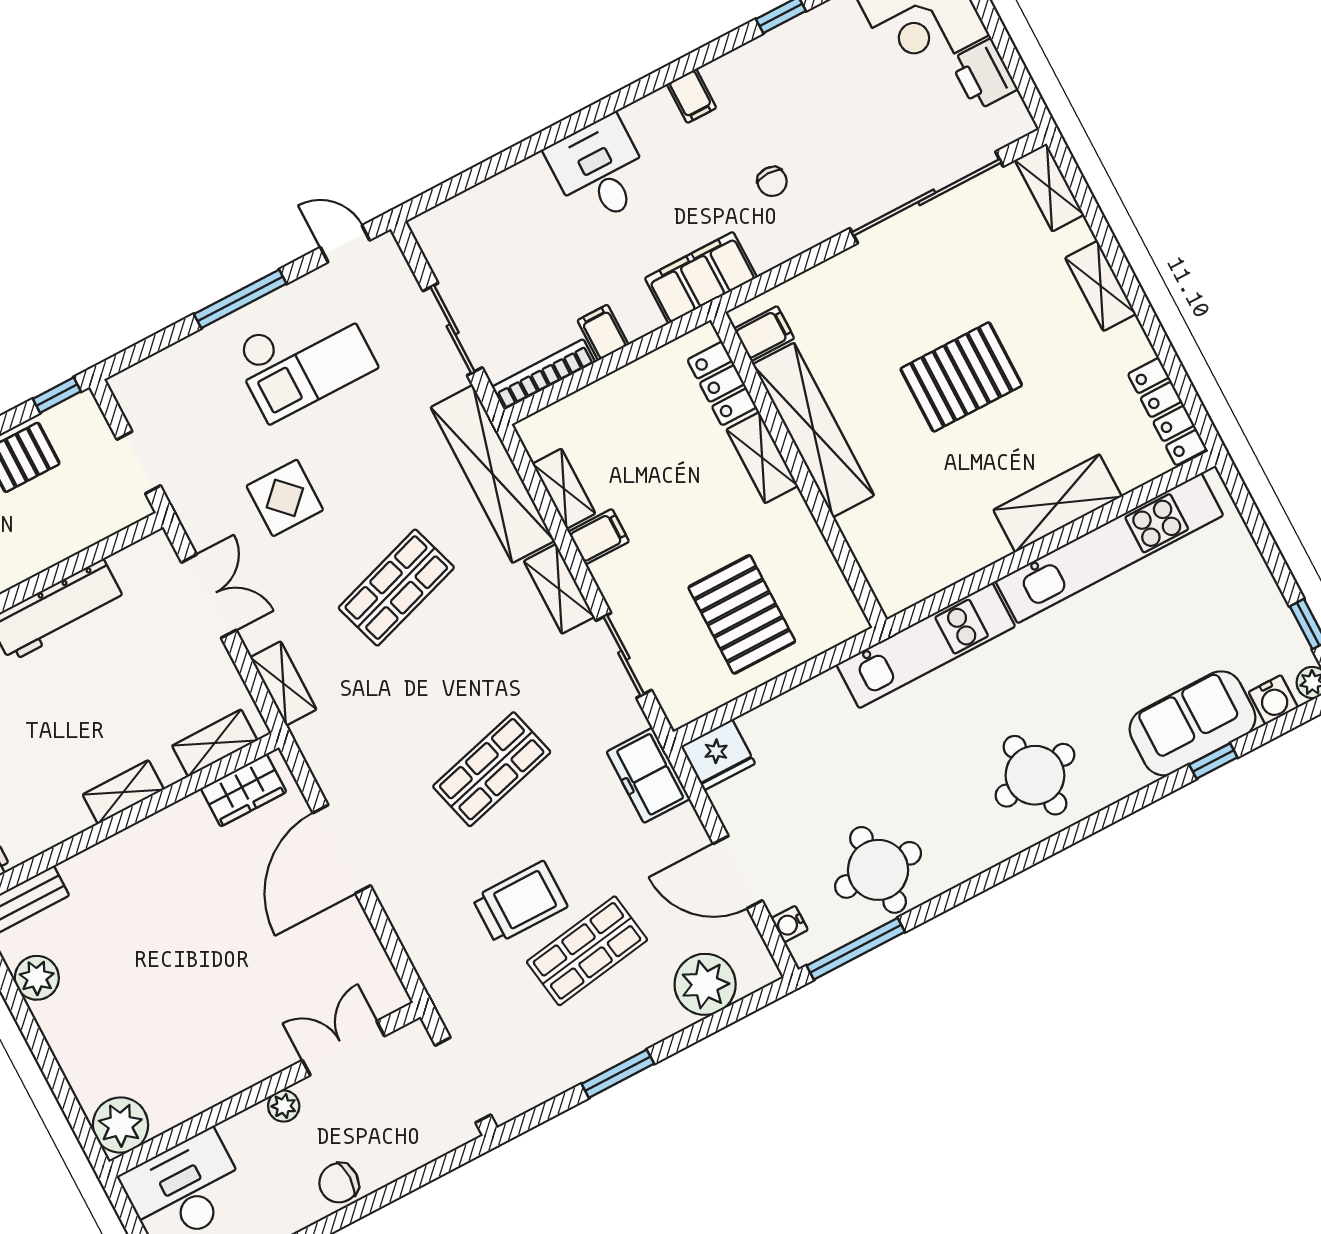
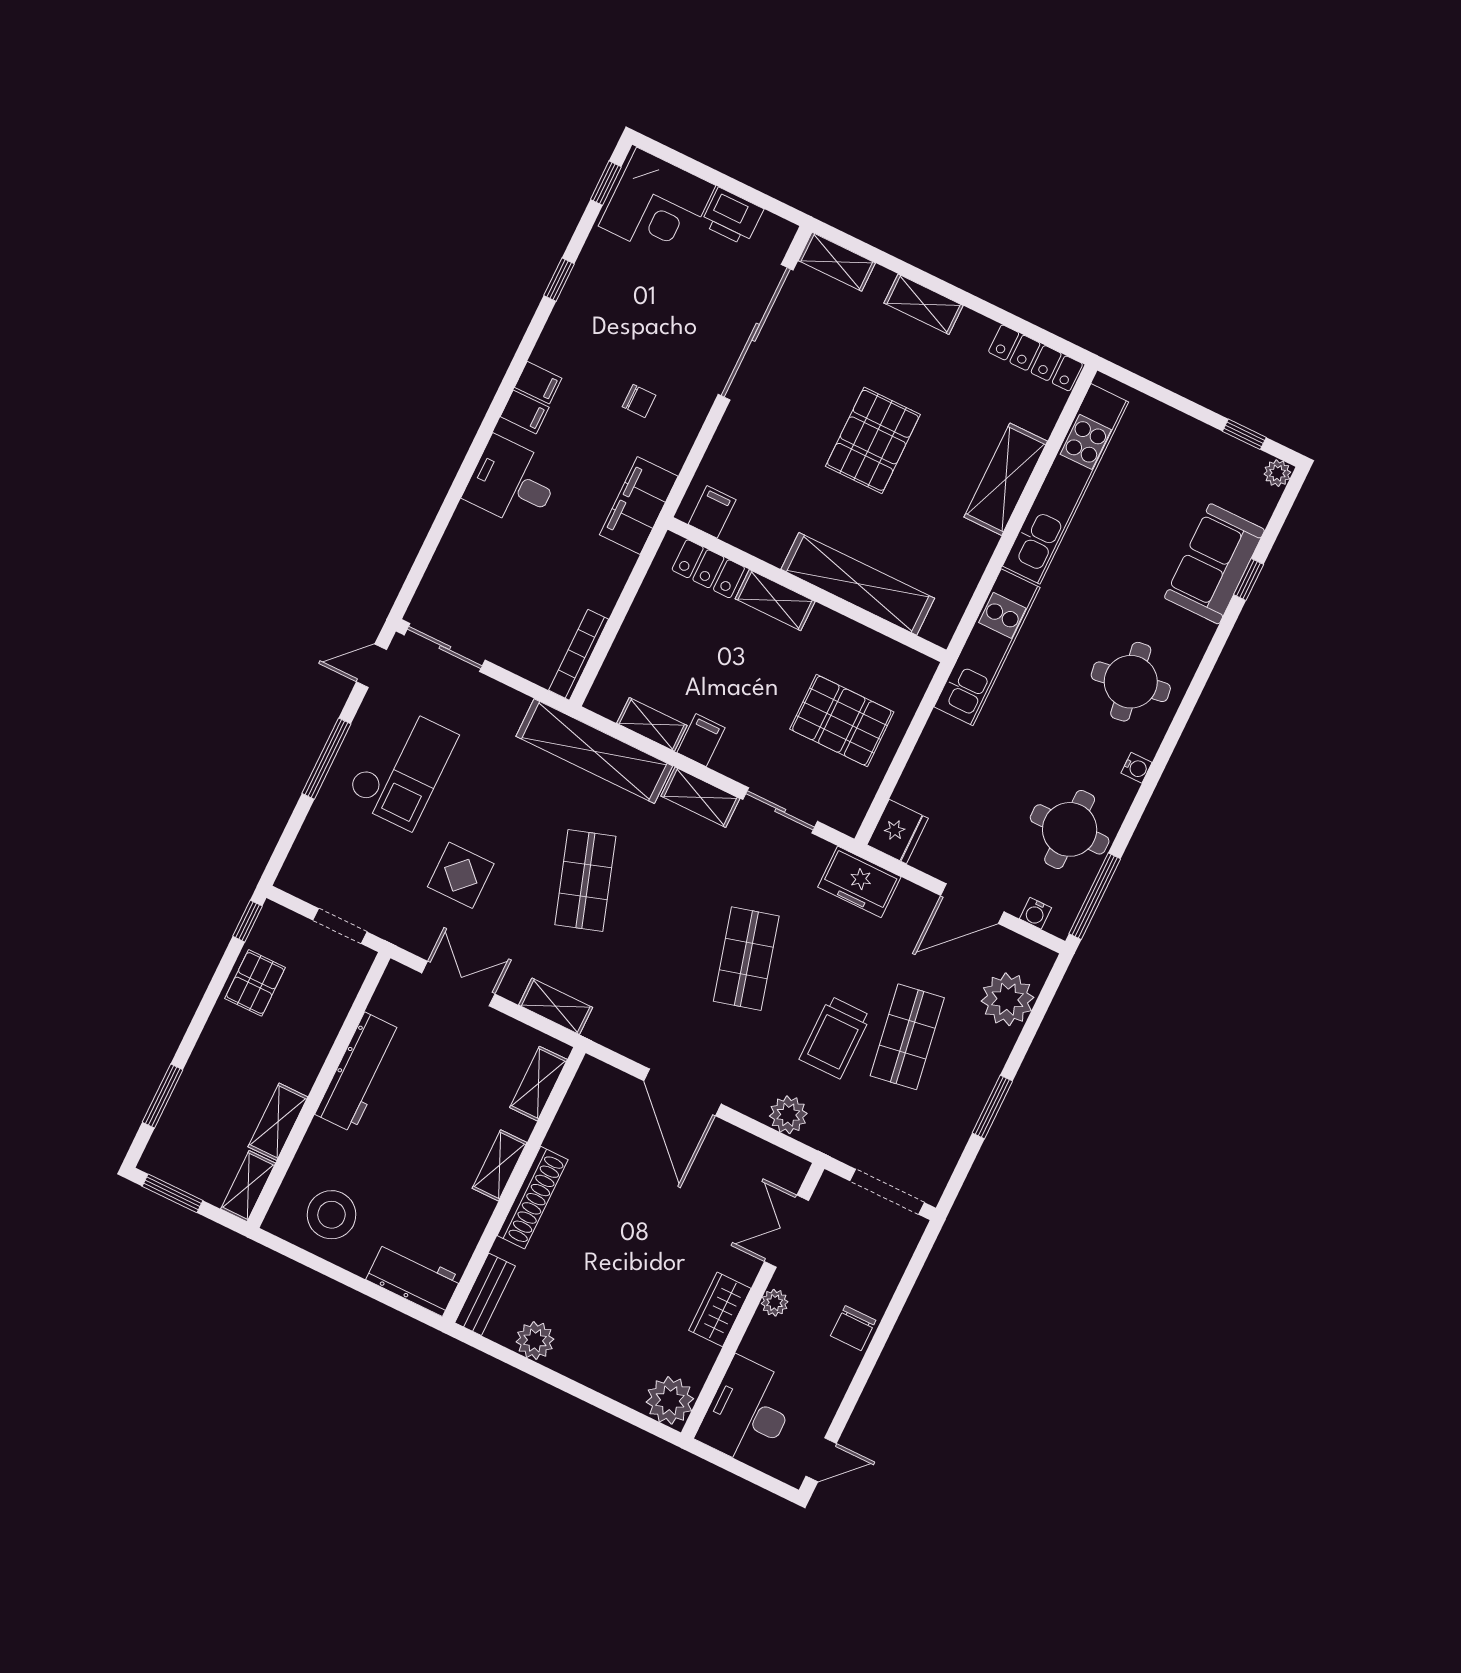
sliding door: (453, 329) -> (445, 648), moved
filing cabinet: (603, 333) -> (525, 412), moved, turned 180
shelving: (813, 430) -> (858, 584), moved
water cooler: (1273, 700) -> (1136, 768), moved, width x0.72, depth x0.72
wardrobe: (244, 790) -> (720, 1309), moved, turned 180
shoe rack: (132, 844) -> (533, 1198), added
trolley: (520, 902) -> (835, 1037), turned 180
plant: (424, 942) -> (788, 1115), added

